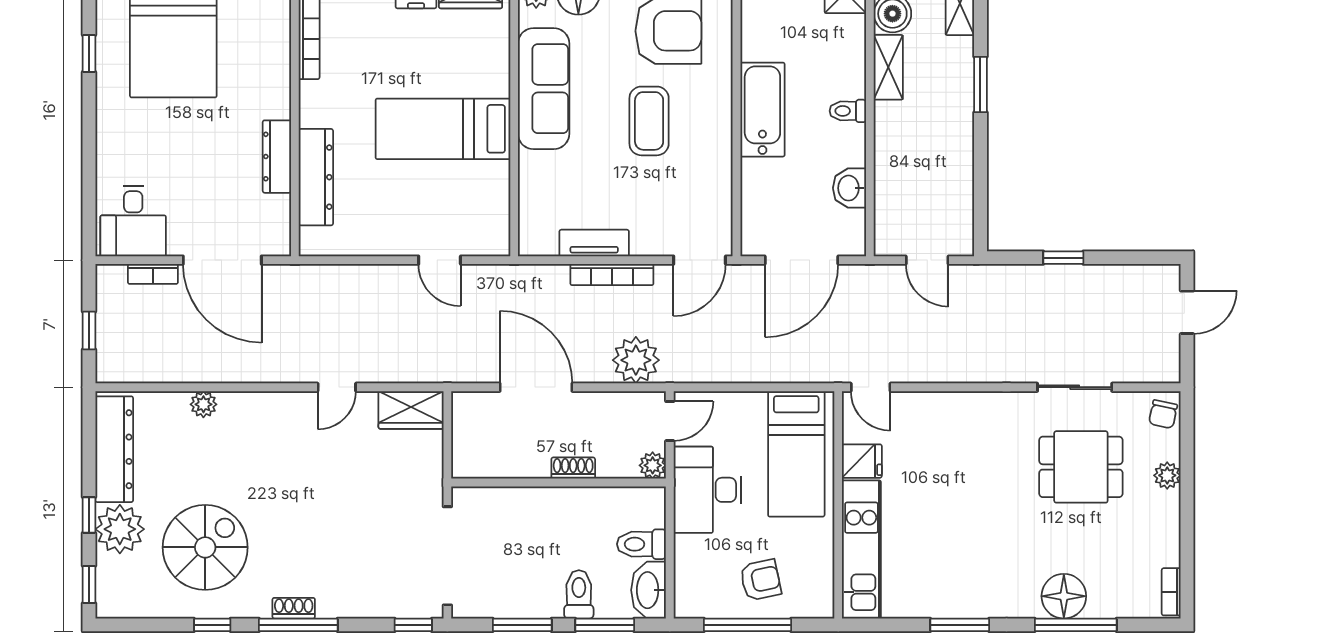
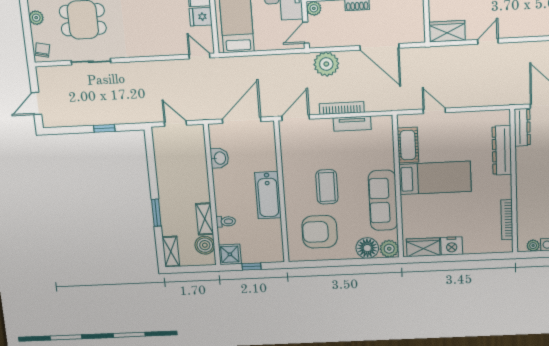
toilet: (848, 111) -> (226, 221), moved
dresser: (277, 157) -> (522, 127), moved
cot: (492, 196) -> (408, 145), added

